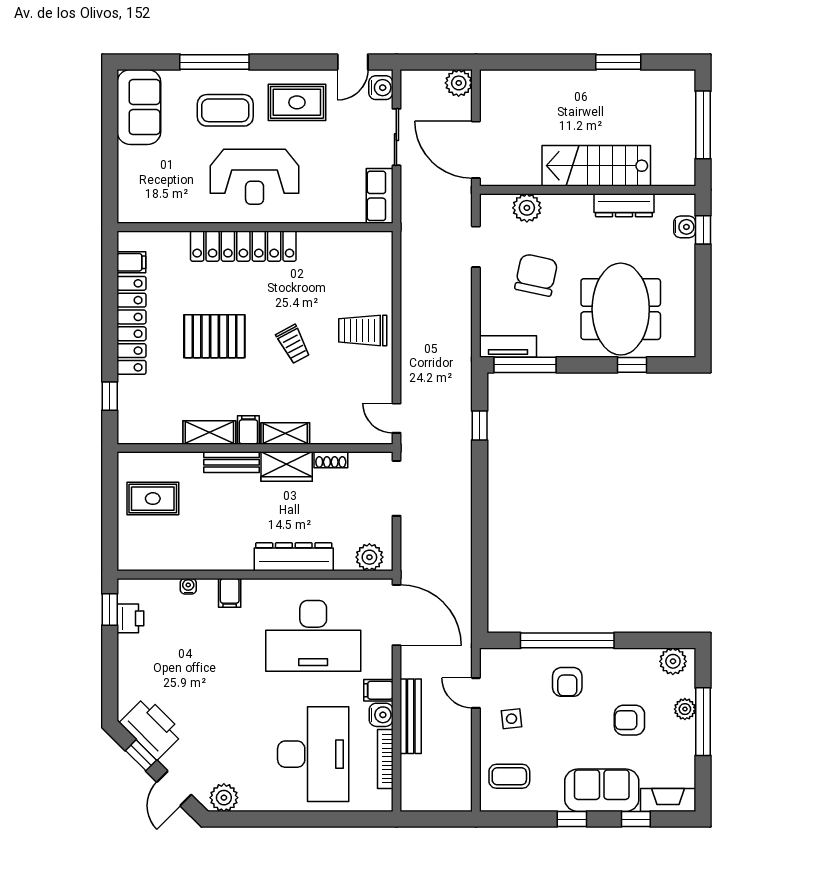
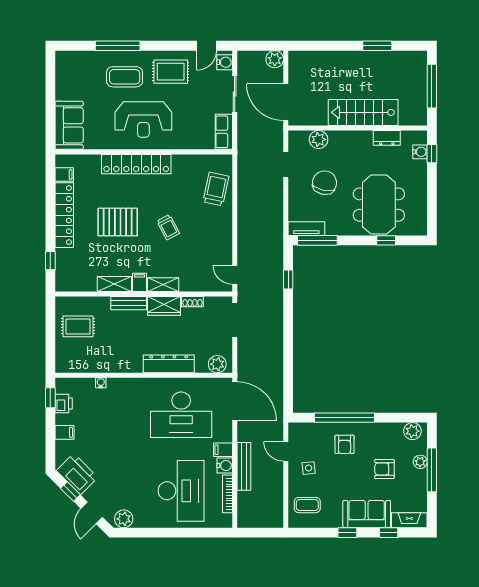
sofa: (139, 107) -> (69, 125), moved
dresser: (624, 205) -> (387, 138), width x0.70
trolley: (363, 330) -> (216, 189), moved, turned 102
filing cabinet: (230, 593) -> (64, 432), moved, turned -90

